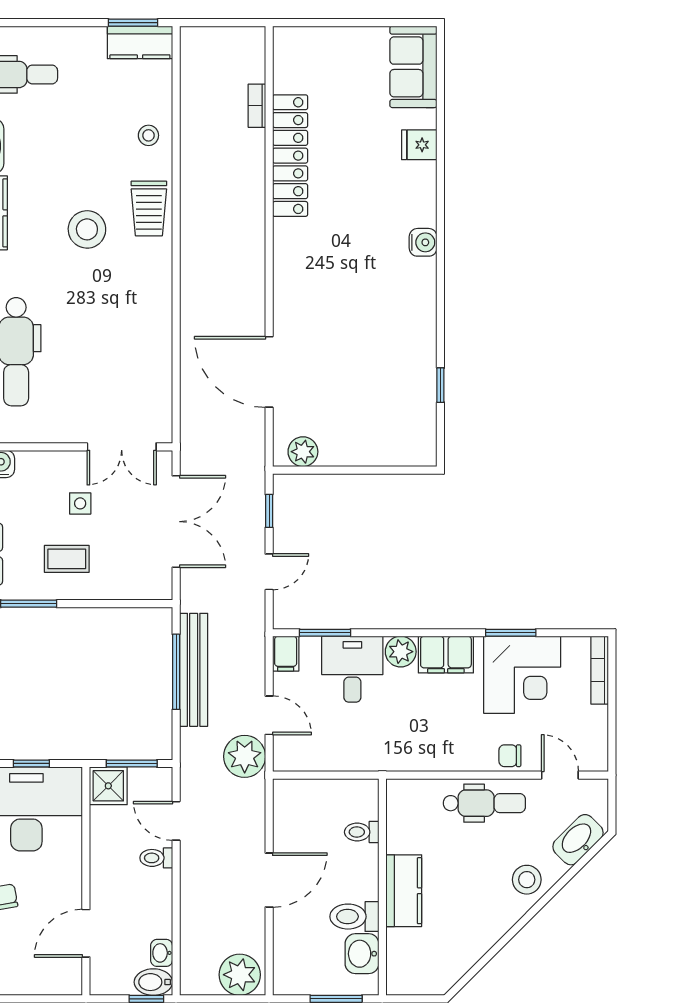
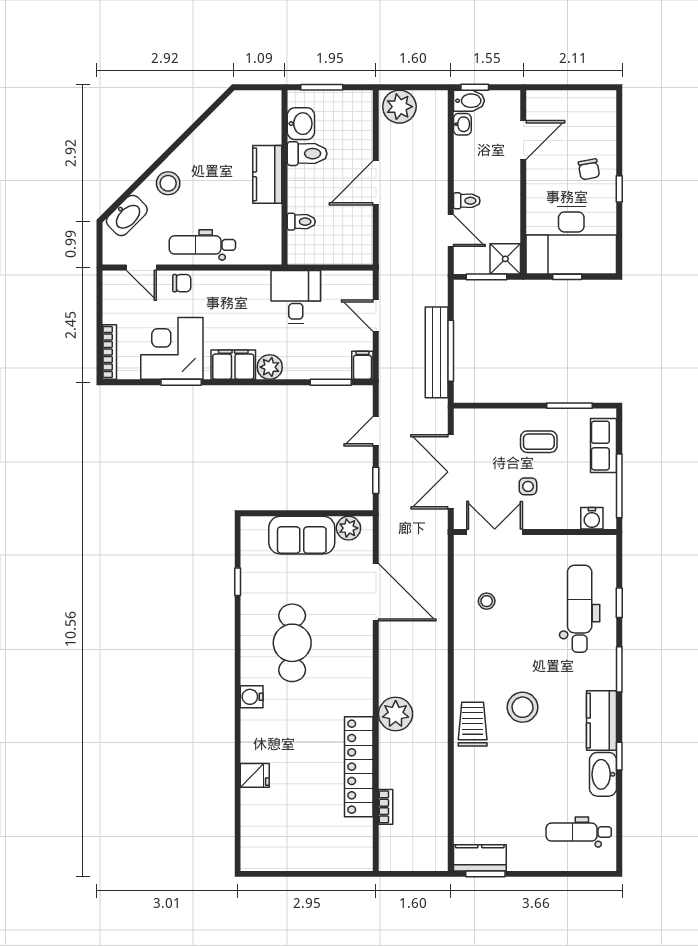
sofa: (413, 67) -> (302, 535), moved, turned 90
stool: (148, 135) -> (487, 601), moved
cafe table: (373, 309) -> (292, 643), added
desk: (352, 669) -> (296, 297), moved, turned 180
plant: (245, 756) -> (396, 714), moved

